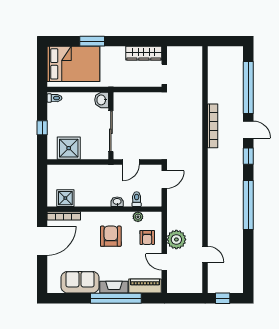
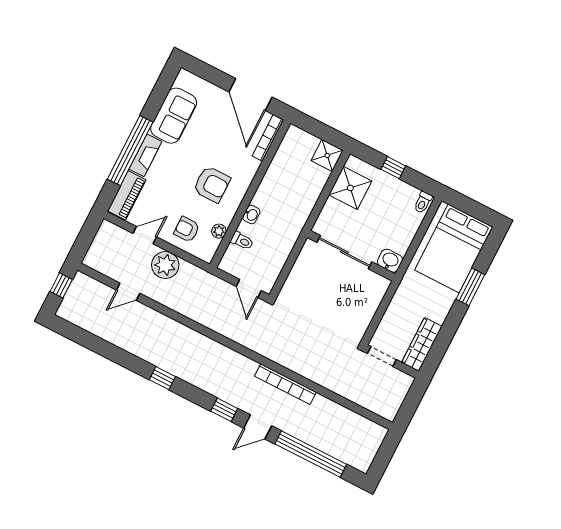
door: (131, 162) -> (292, 258), removed
shower: (65, 198) -> (327, 155), moved
window: (248, 205) -> (162, 378), width x0.32

